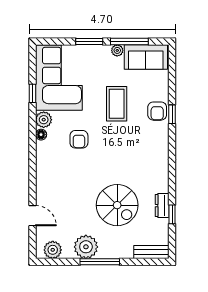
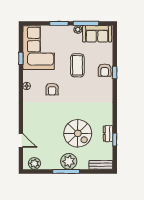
plant: (44, 120) -> (28, 76), removed
plant: (86, 247) -> (69, 161), moved

